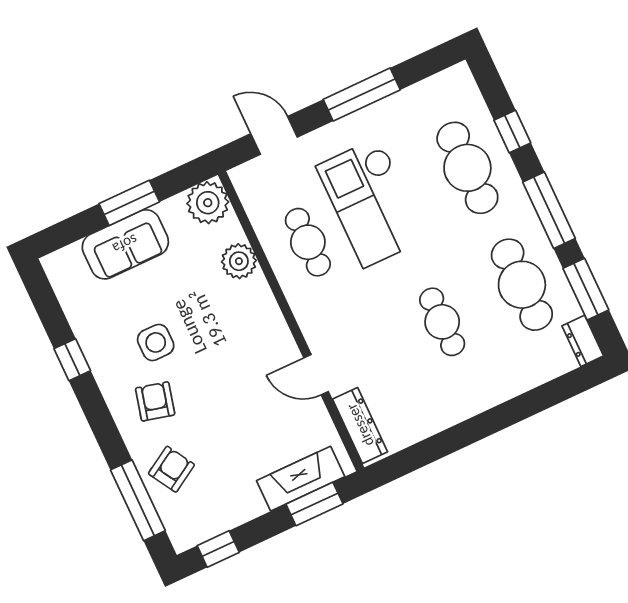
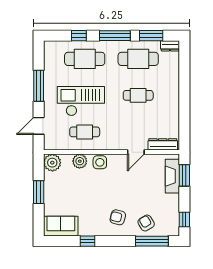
checkout: (371, 203) -> (81, 101), turned 180
sofa: (125, 244) -> (61, 226), moved, turned -90
side table: (156, 342) -> (100, 162), moved

